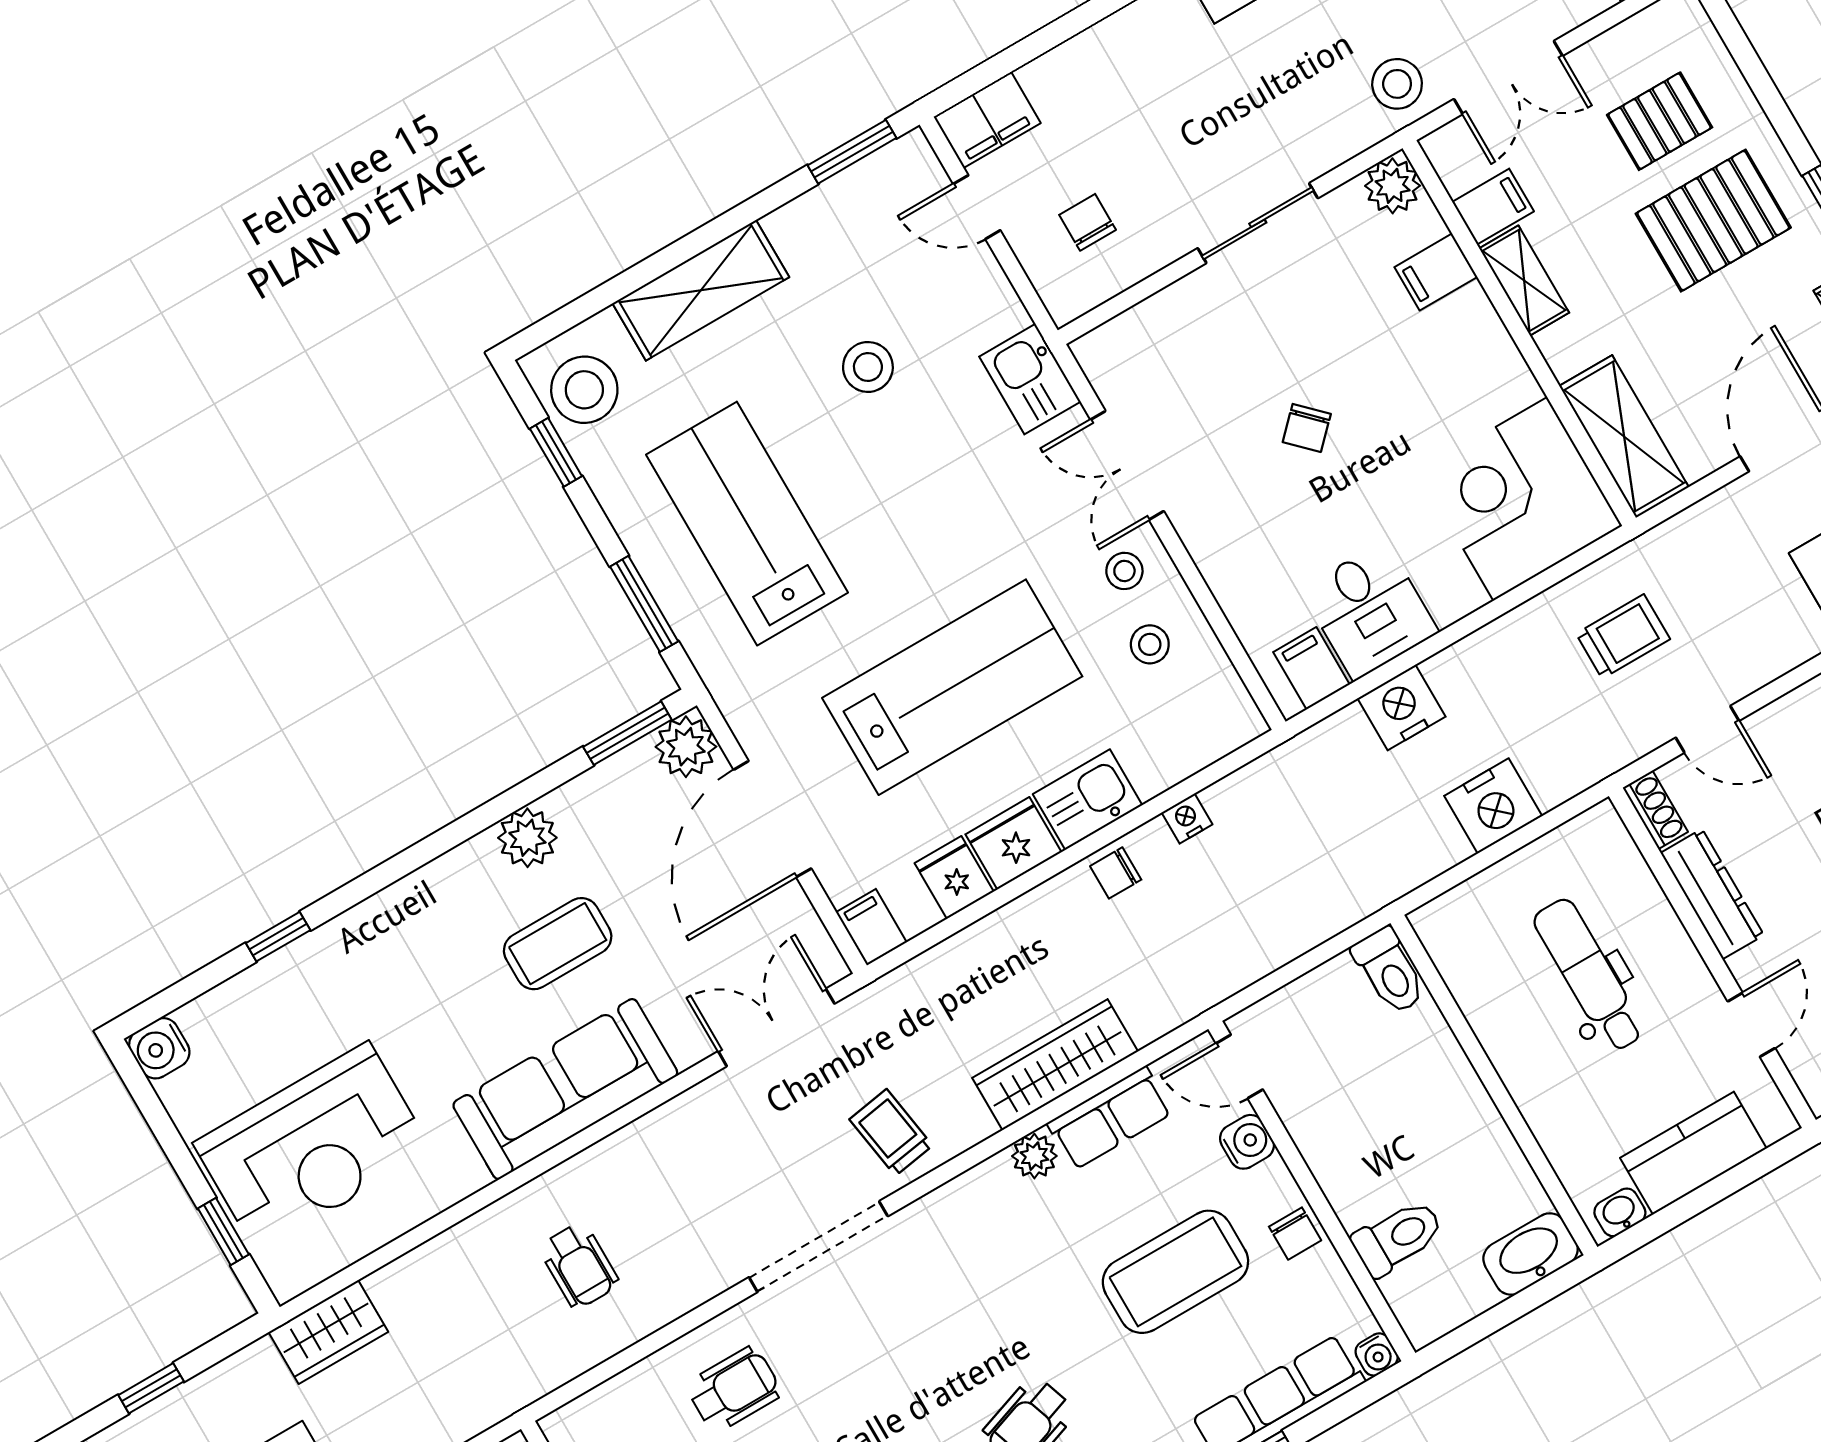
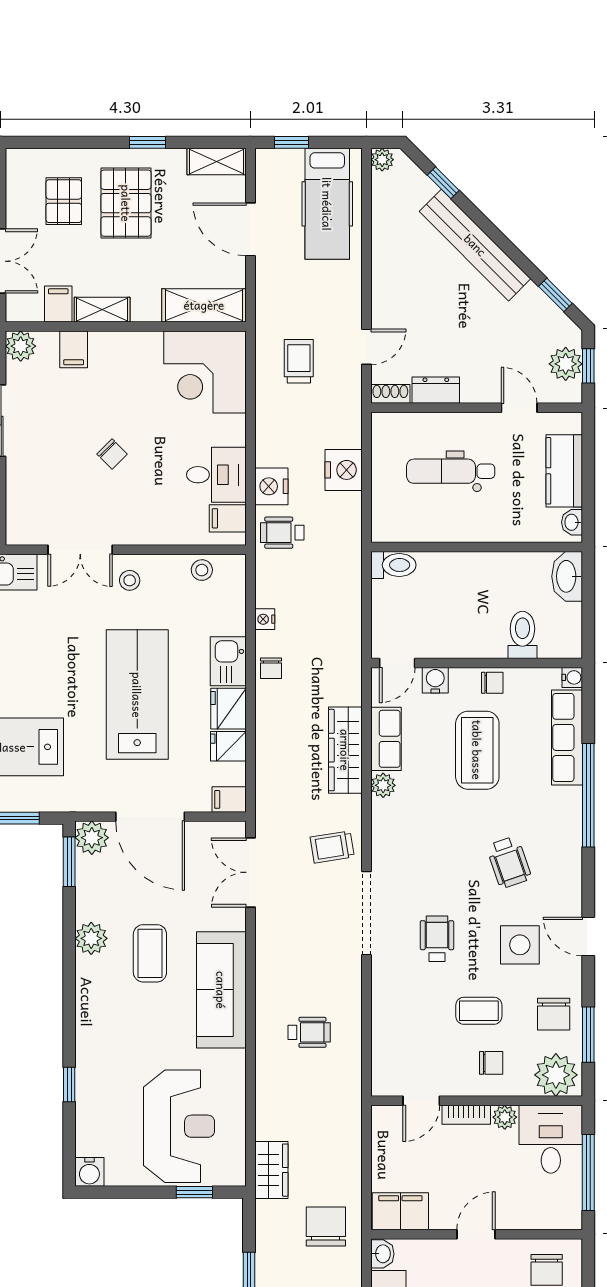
stool: (1150, 644) -> (202, 570), moved
wheelchair: (1339, 767) -> (282, 533), added
dresser: (1712, 894) -> (436, 390), width x0.70
wheelchair: (734, 1389) -> (437, 939), moved

